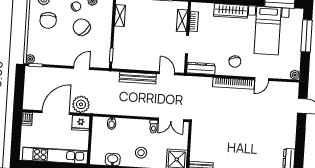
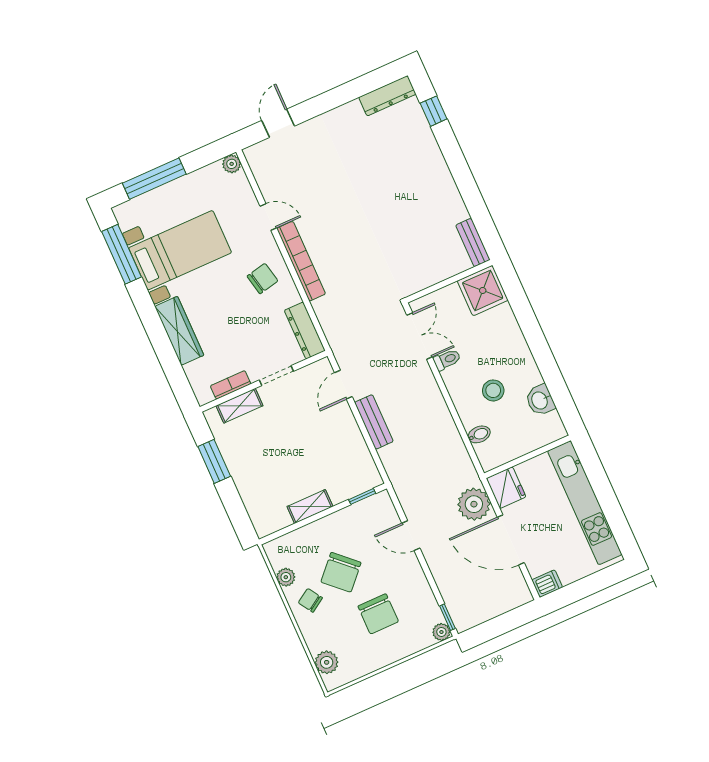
shelving: (120, 16) -> (310, 506), moved
chair: (48, 20) -> (378, 614), moved, turned 90
bench: (138, 78) -> (374, 422), width x0.73
stool: (141, 153) -> (493, 390), moved

